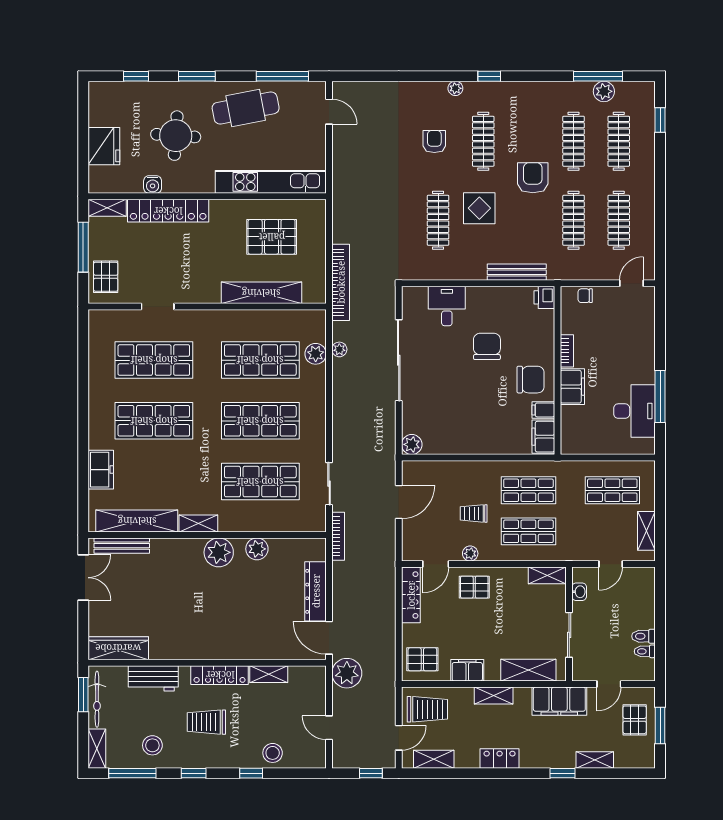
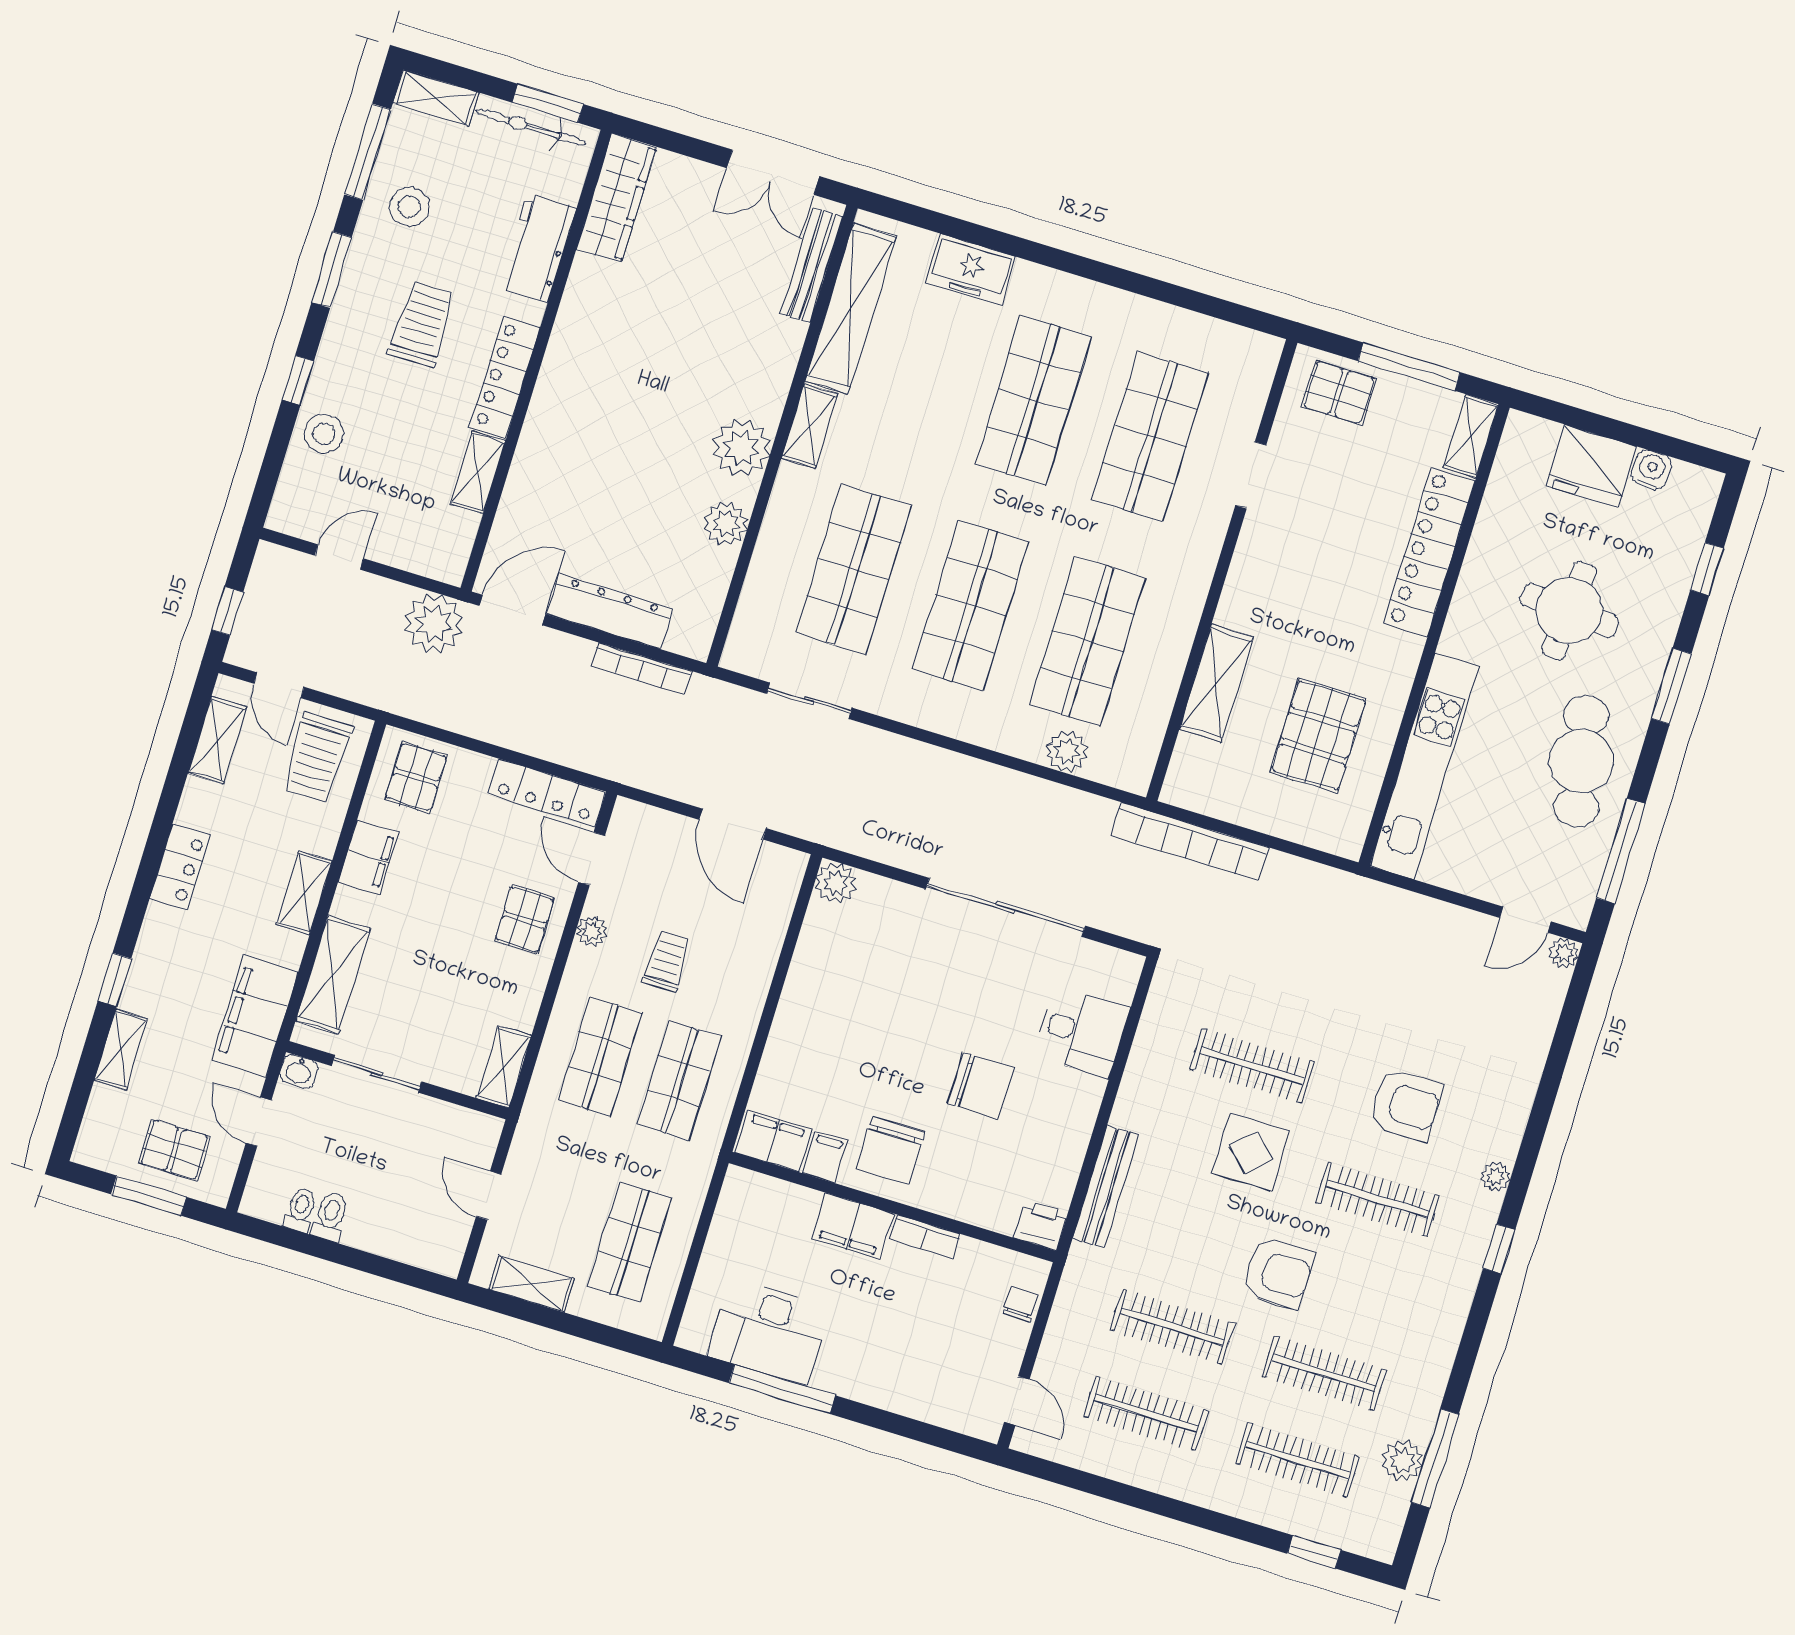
armchair: (434, 142) -> (1406, 1105), width x1.38, depth x1.38
water cooler: (153, 184) -> (1651, 470), moved, turned 90
shelving: (261, 293) -> (1216, 683), width x0.68
plant: (339, 349) -> (1564, 953), moved
bookcase: (338, 536) -> (641, 669), moved
washbasin: (579, 592) -> (299, 1071), moved
window: (194, 773) -> (332, 270), width x1.50

